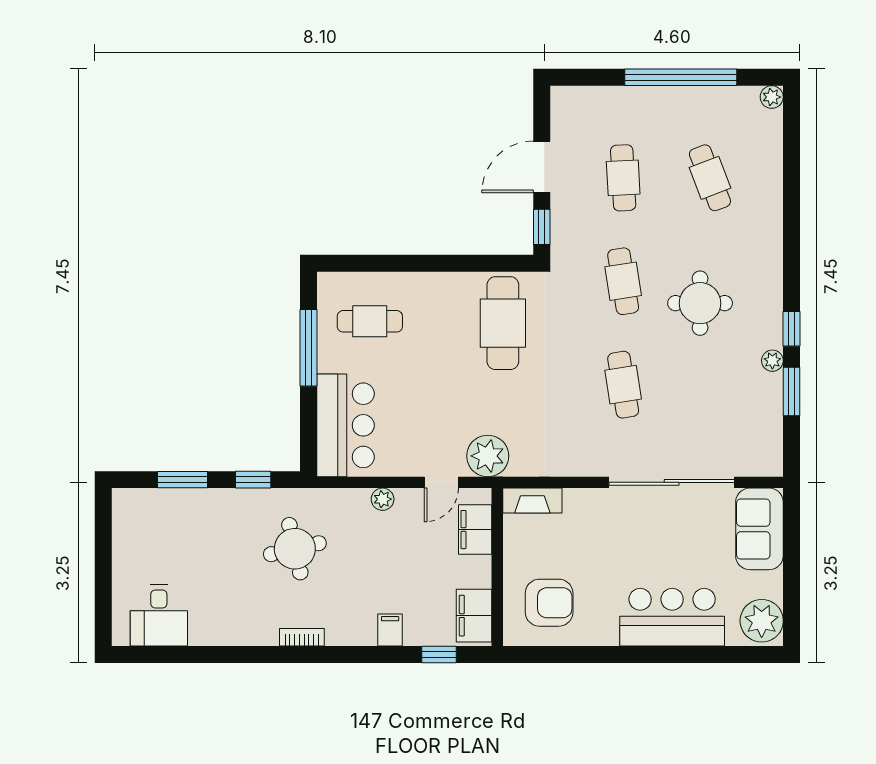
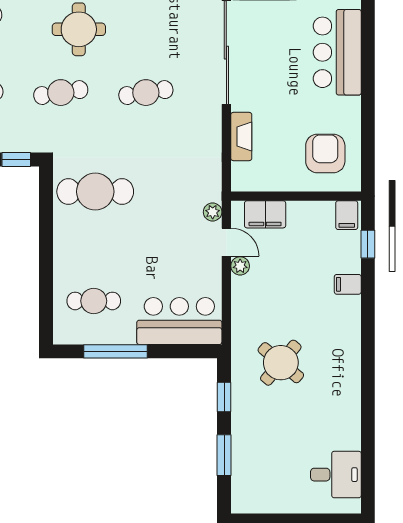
cafe table: (370, 321) -> (94, 301), turned 90
plant: (488, 456) -> (213, 212), width x0.53, depth x0.53
plant: (383, 499) -> (240, 266), moved
fireplace: (532, 501) -> (241, 137), moved
round table: (295, 549) -> (281, 363), turned -37
filing cabinet: (474, 616) -> (347, 215), width x0.50
bookcase: (302, 637) -> (354, 357), removed

